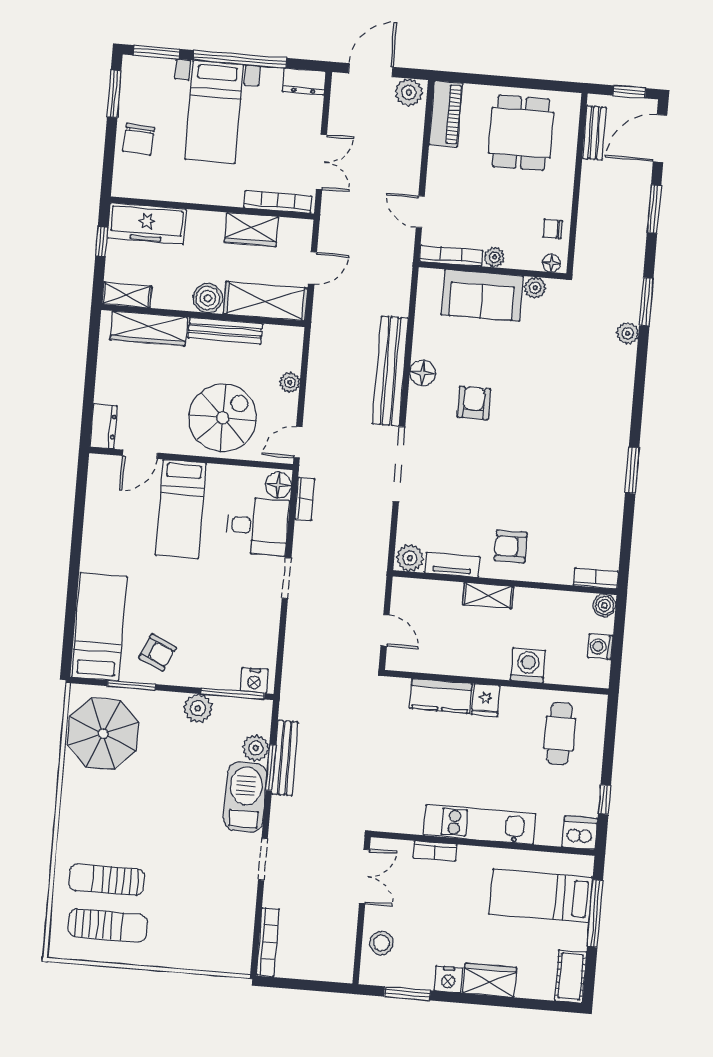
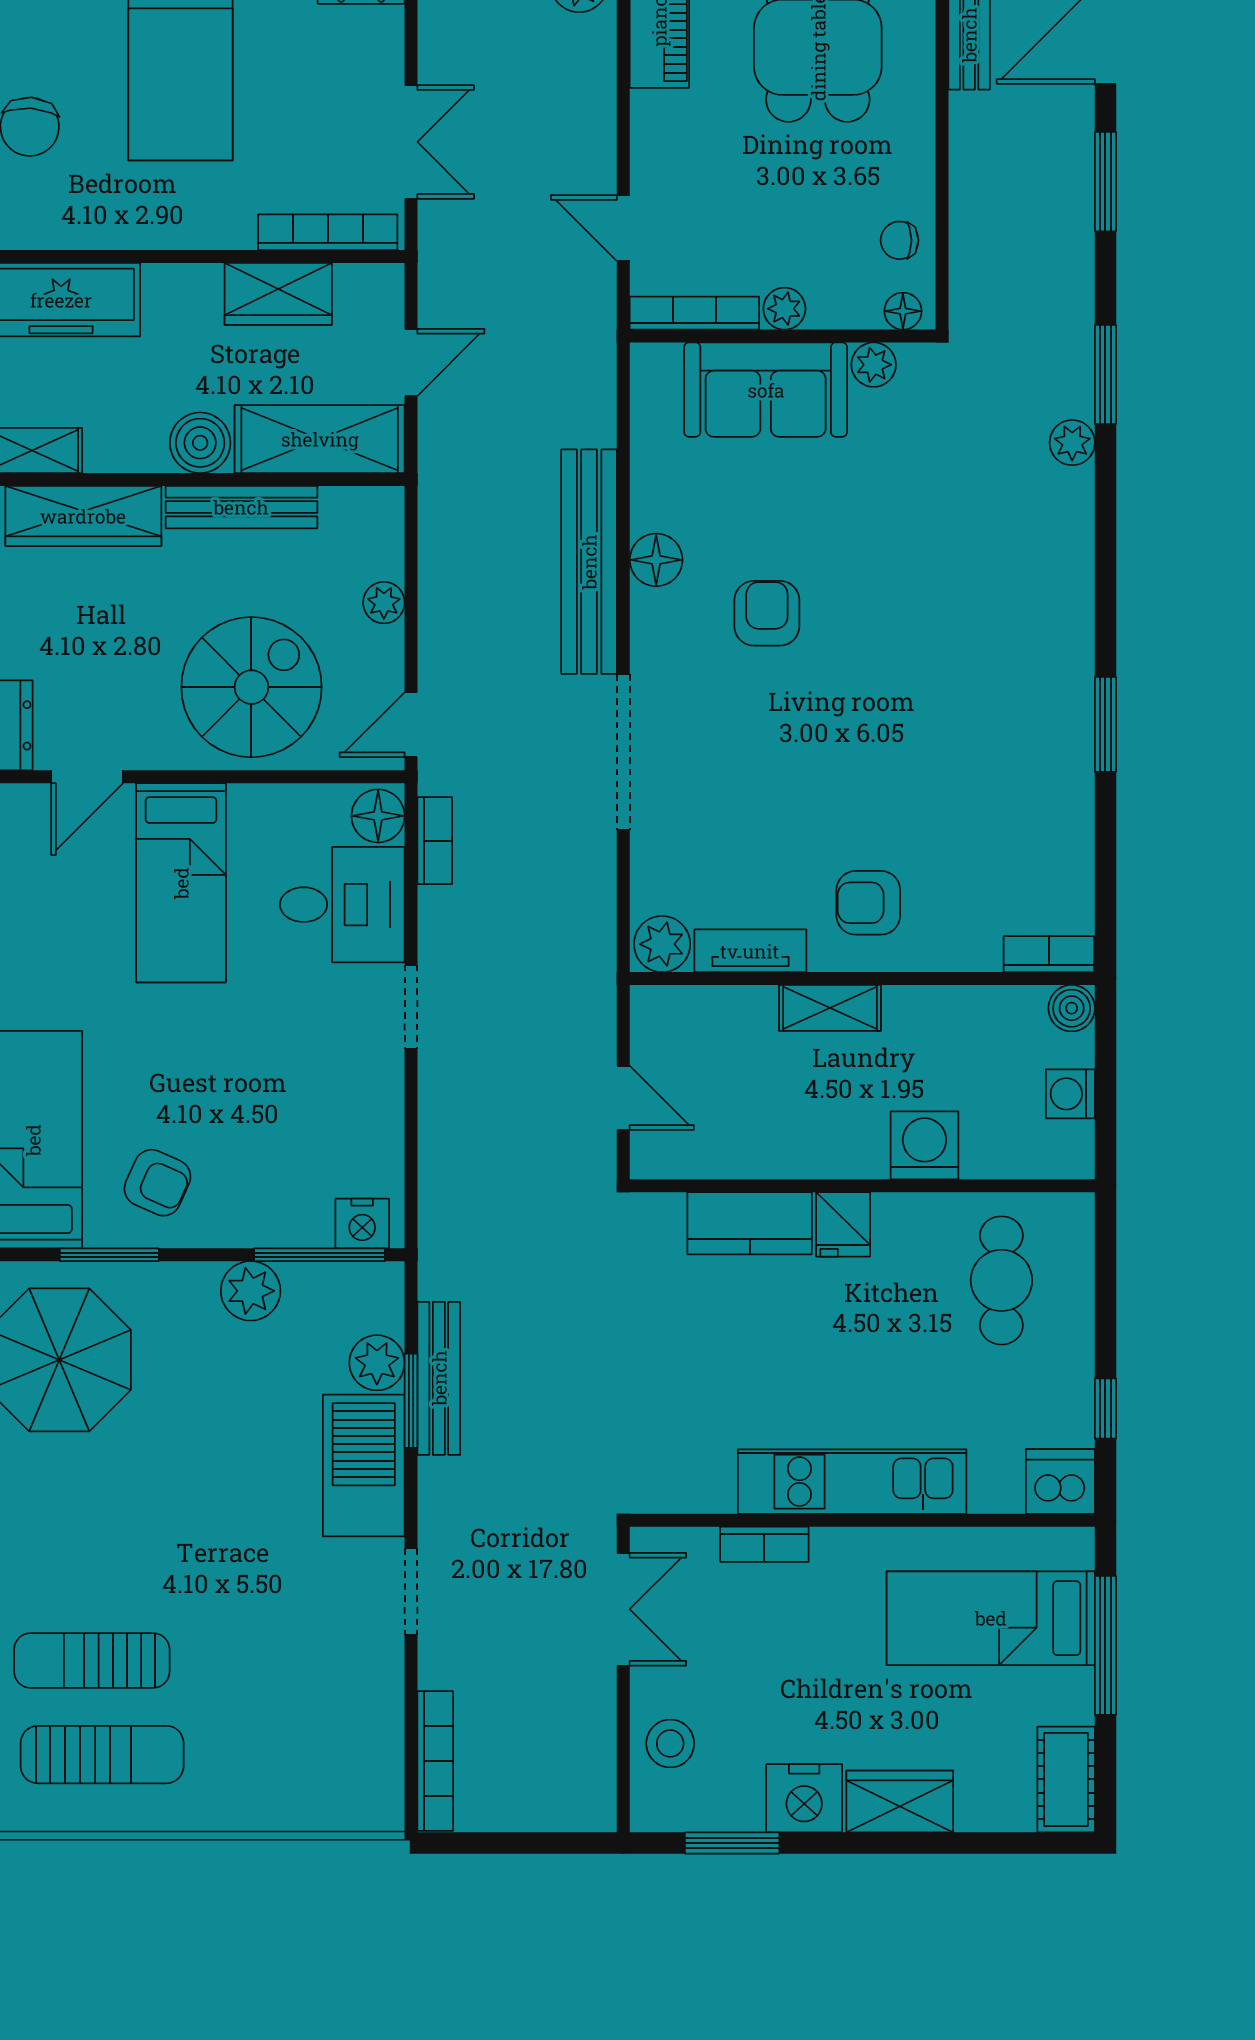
nightstand: (448, 979) -> (804, 1798), width x1.36, depth x1.33

